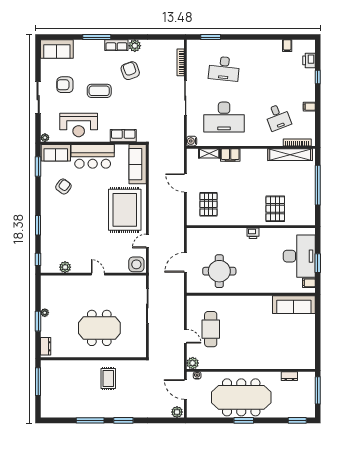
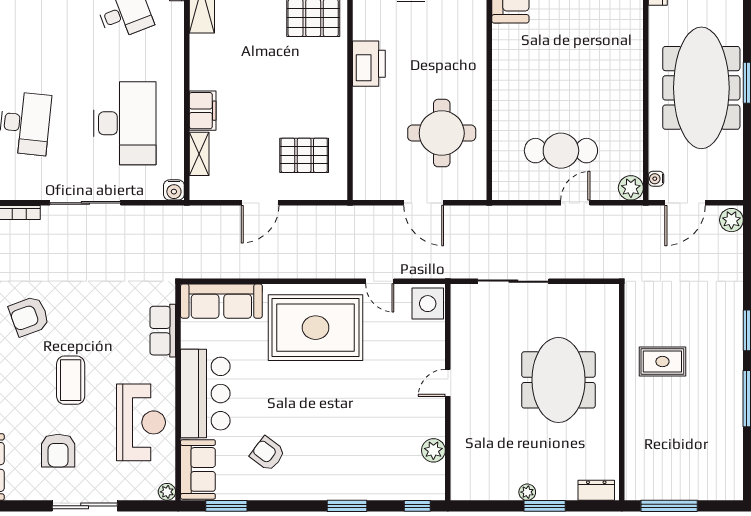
printer: (253, 233) -> (369, 64), width x1.87, depth x1.48

